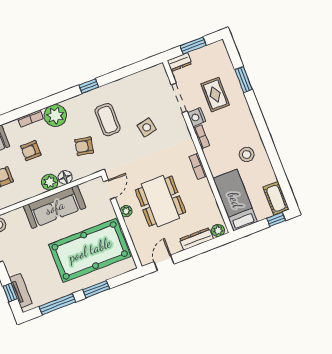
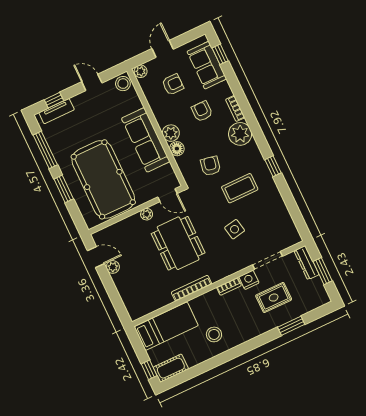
dresser: (179, 62) -> (307, 263), width x1.44
bookcase: (198, 166) -> (192, 288), width x1.56
dining table: (160, 201) -> (178, 243), moved, turned 90
plant: (218, 230) -> (113, 267), moved
dresser: (196, 239) -> (123, 289), removed

